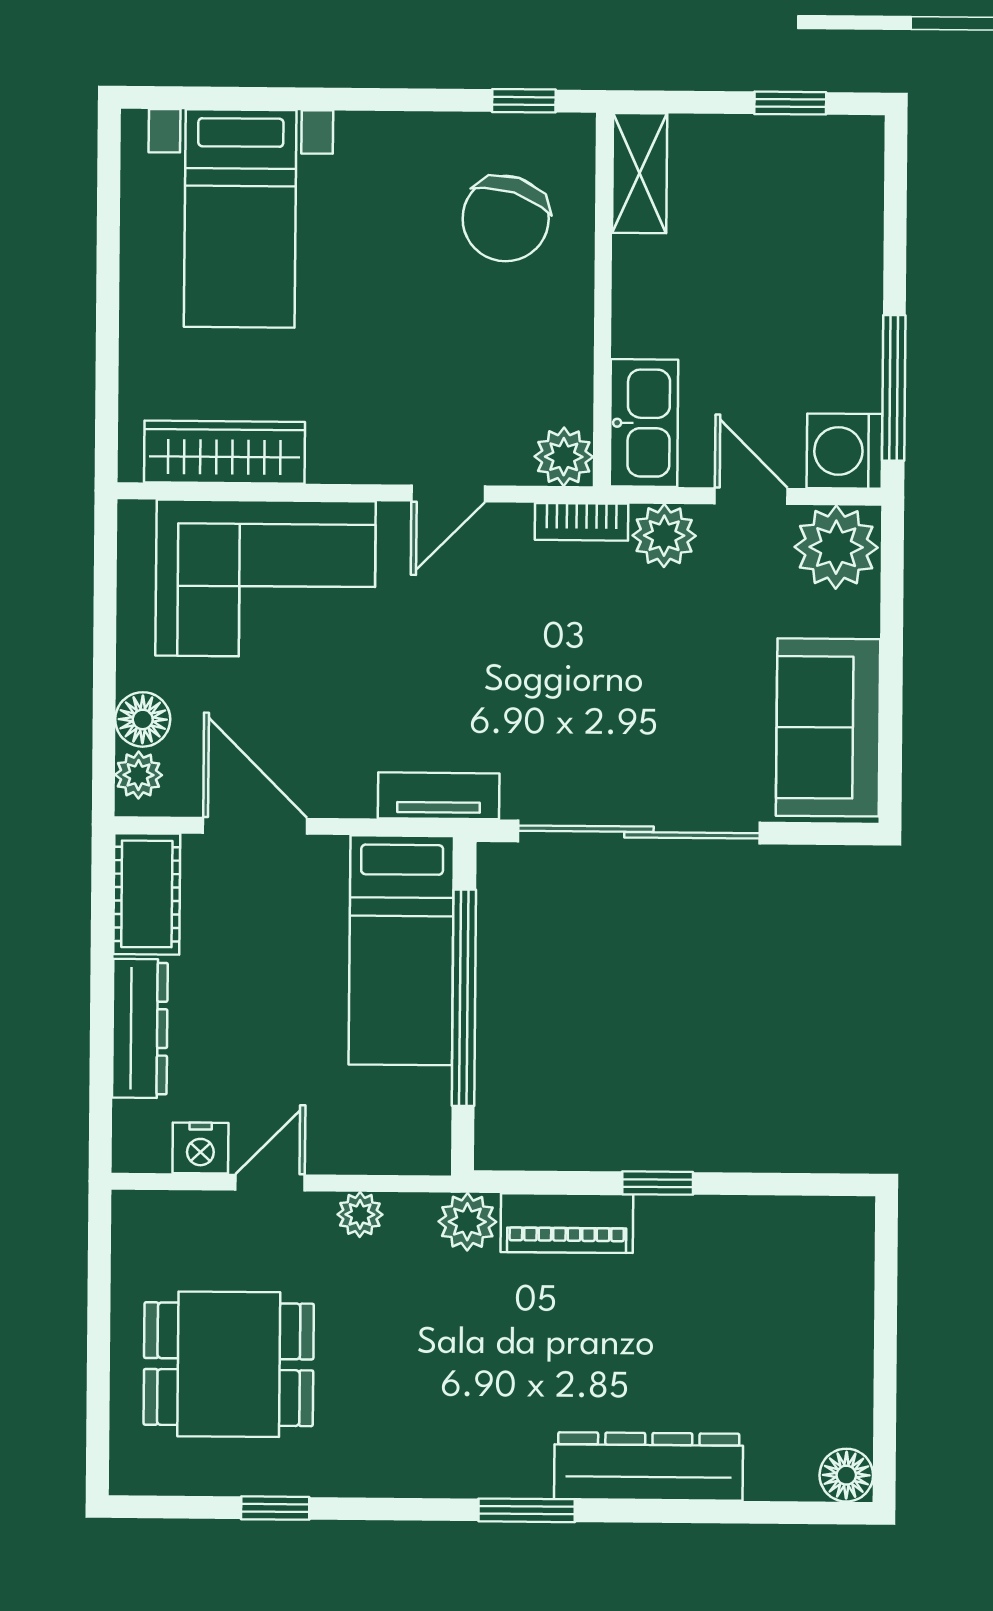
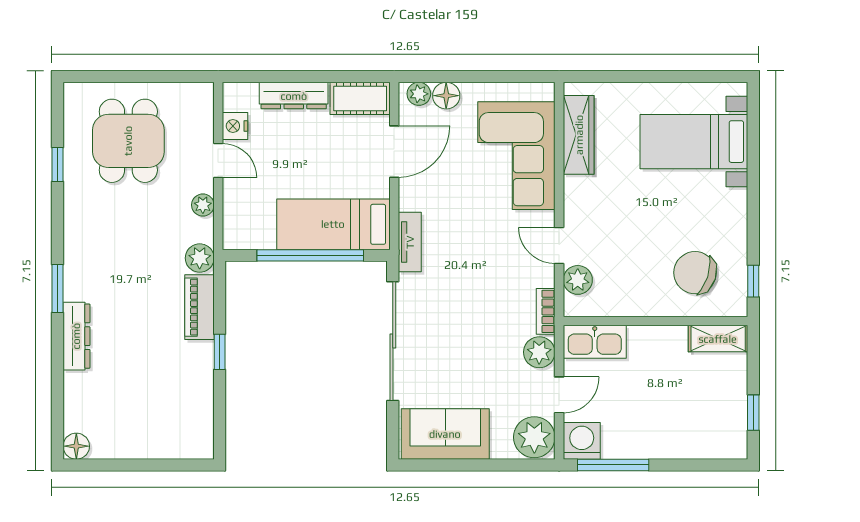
plant: (564, 457) -> (578, 280), moved
dresser: (649, 1466) -> (76, 336), width x0.73, depth x0.80

